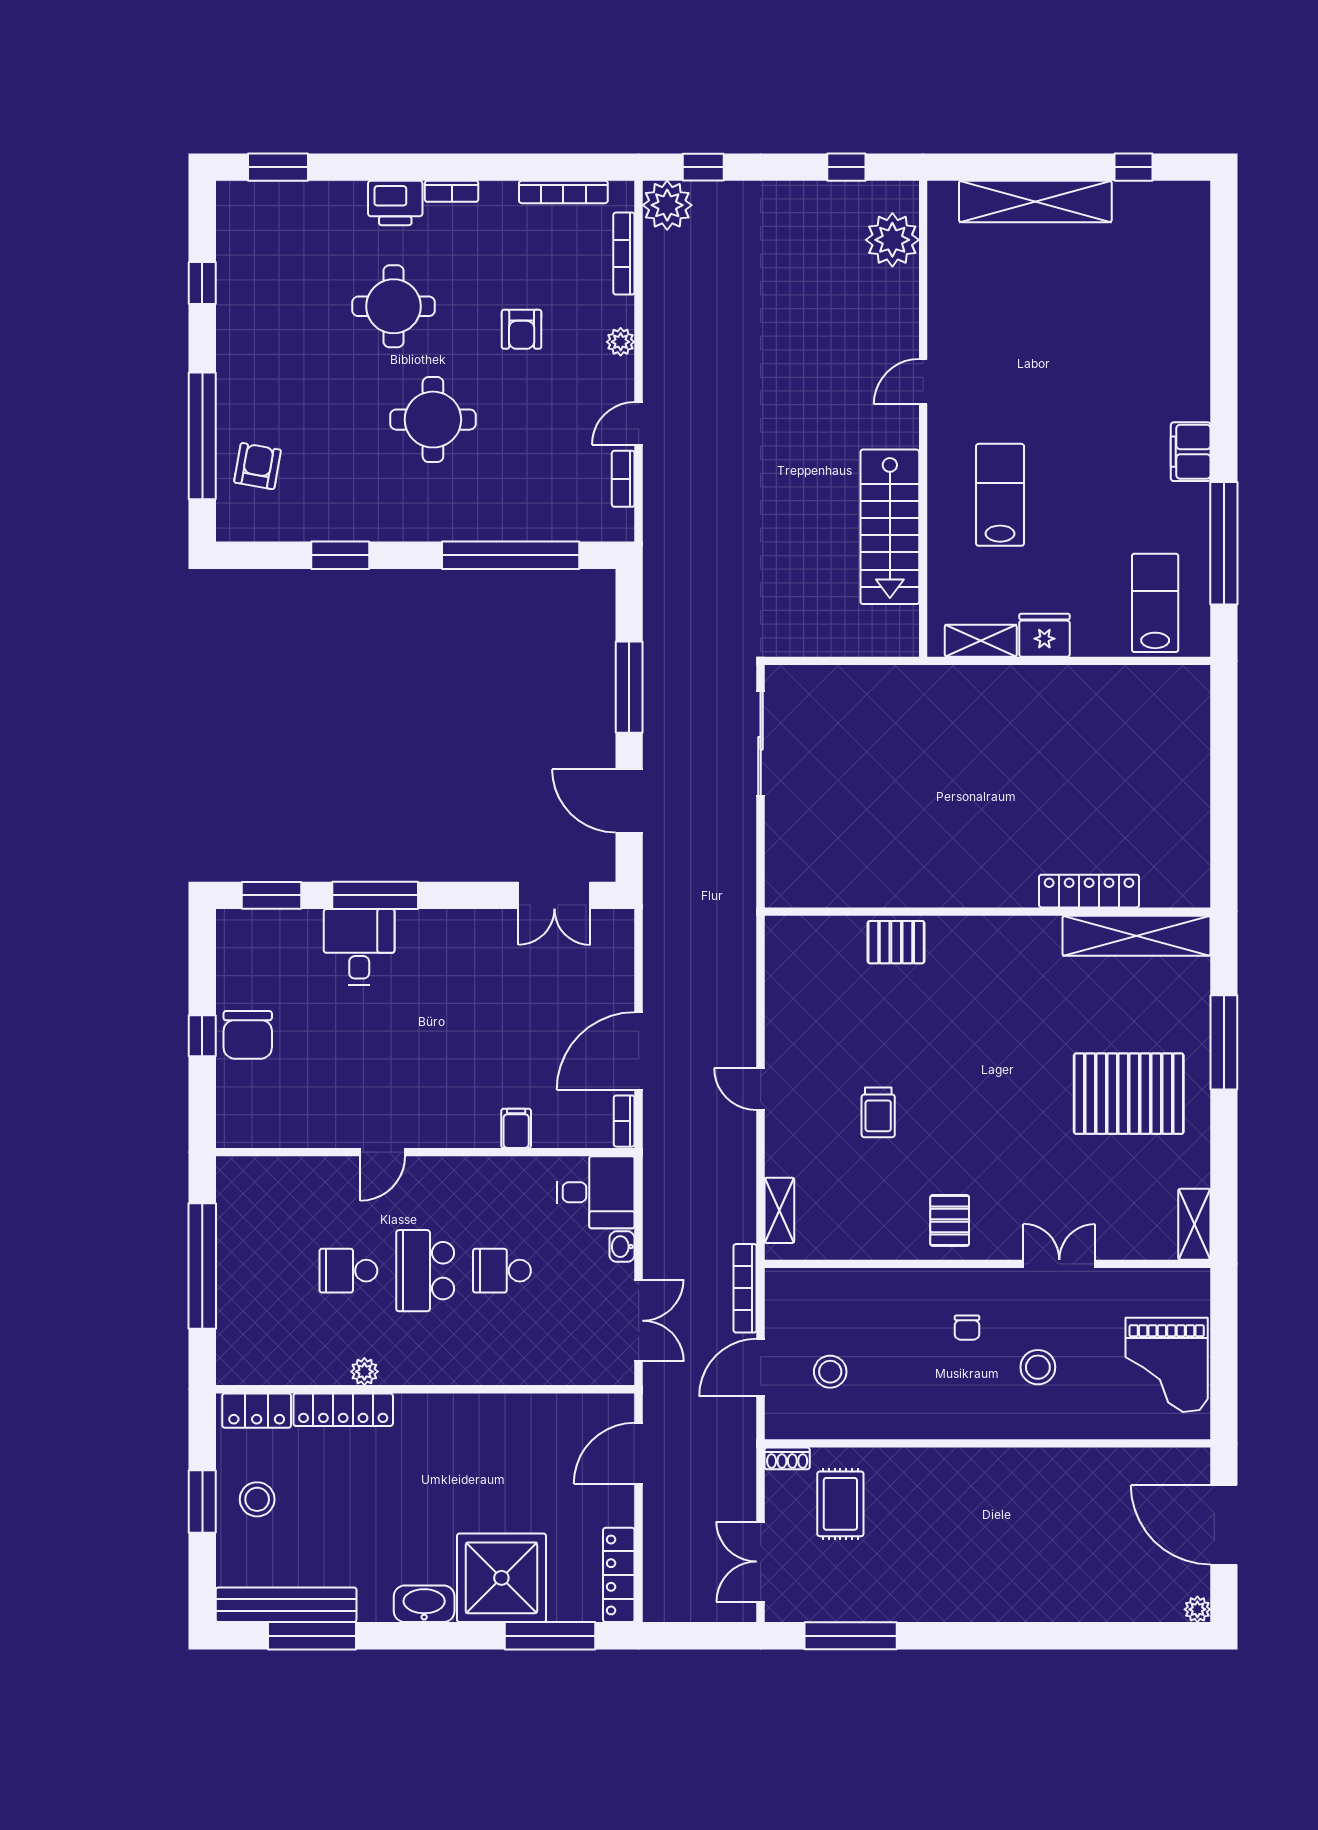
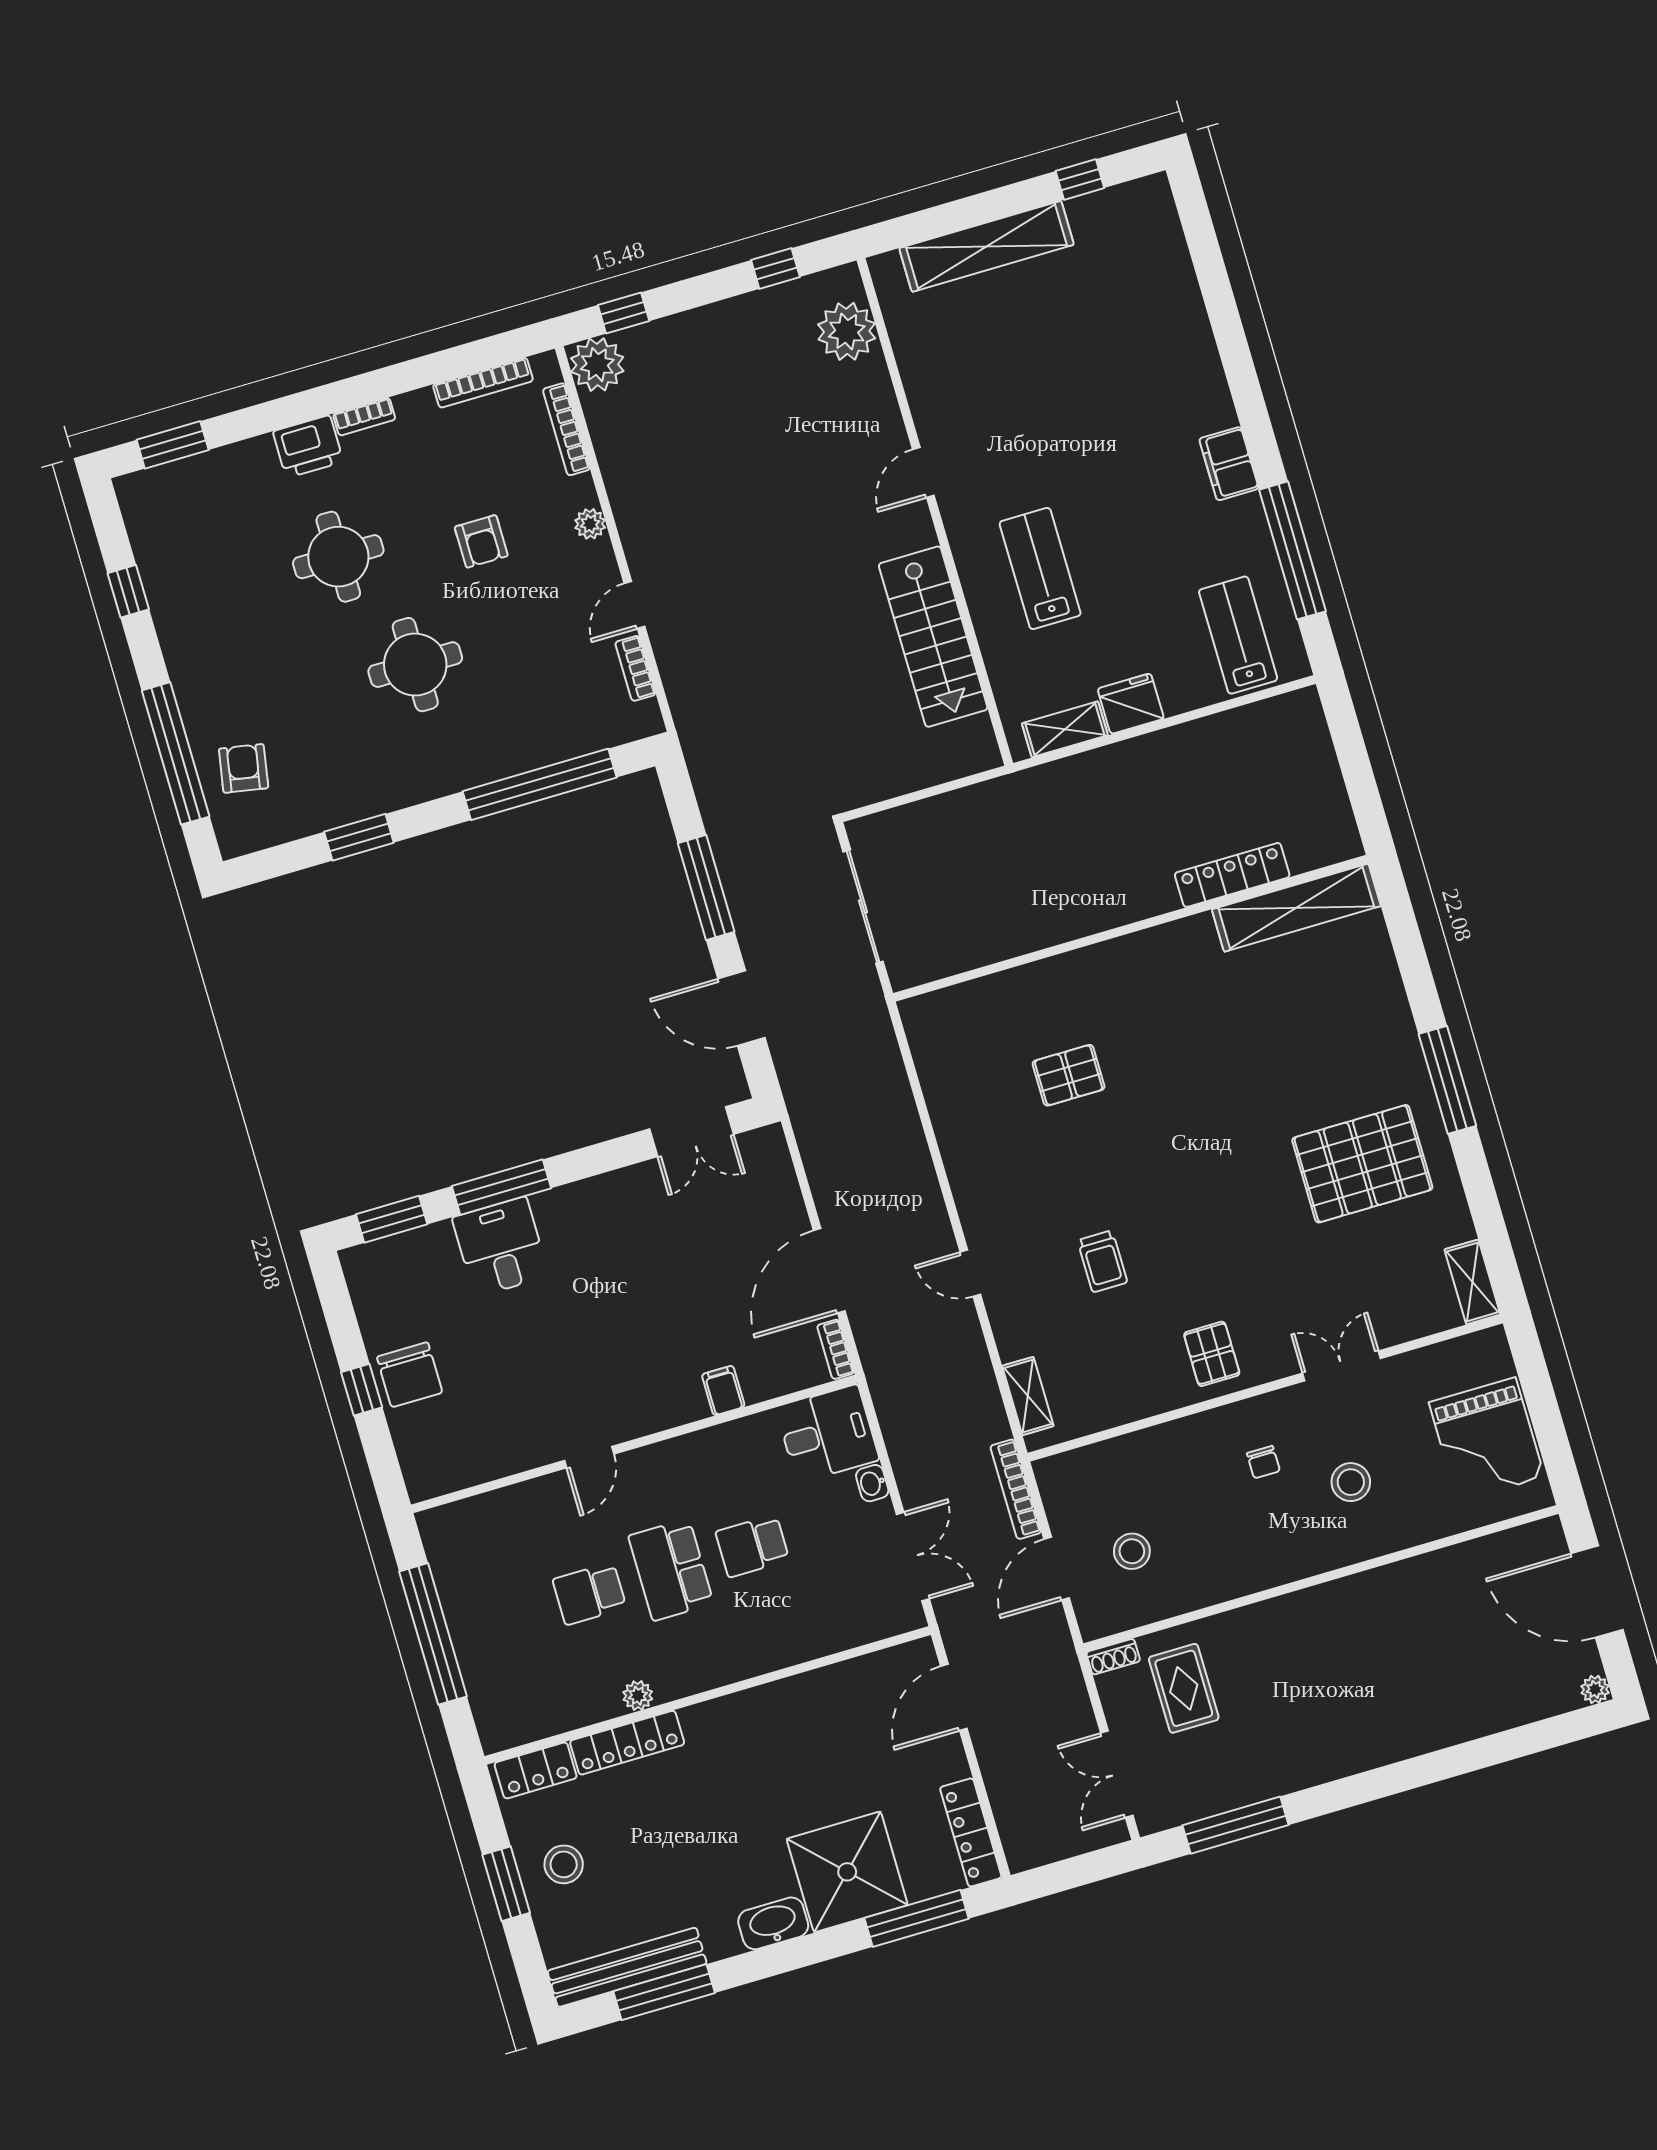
locker: (1089, 891) -> (1232, 875), moved
wall: (987, 912) -> (1131, 928), moved
shelving: (1136, 936) -> (1296, 908), moved

